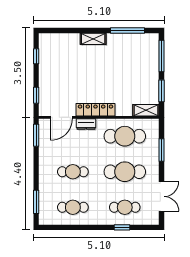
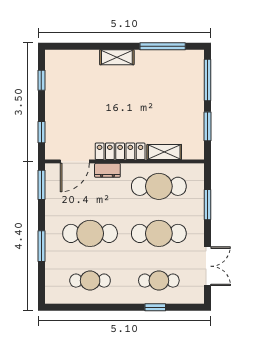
shelving: (146, 110) -> (164, 152), moved
cafe table: (73, 172) -> (90, 233), width x1.37, depth x1.35
window: (36, 202) -> (41, 246), moved

